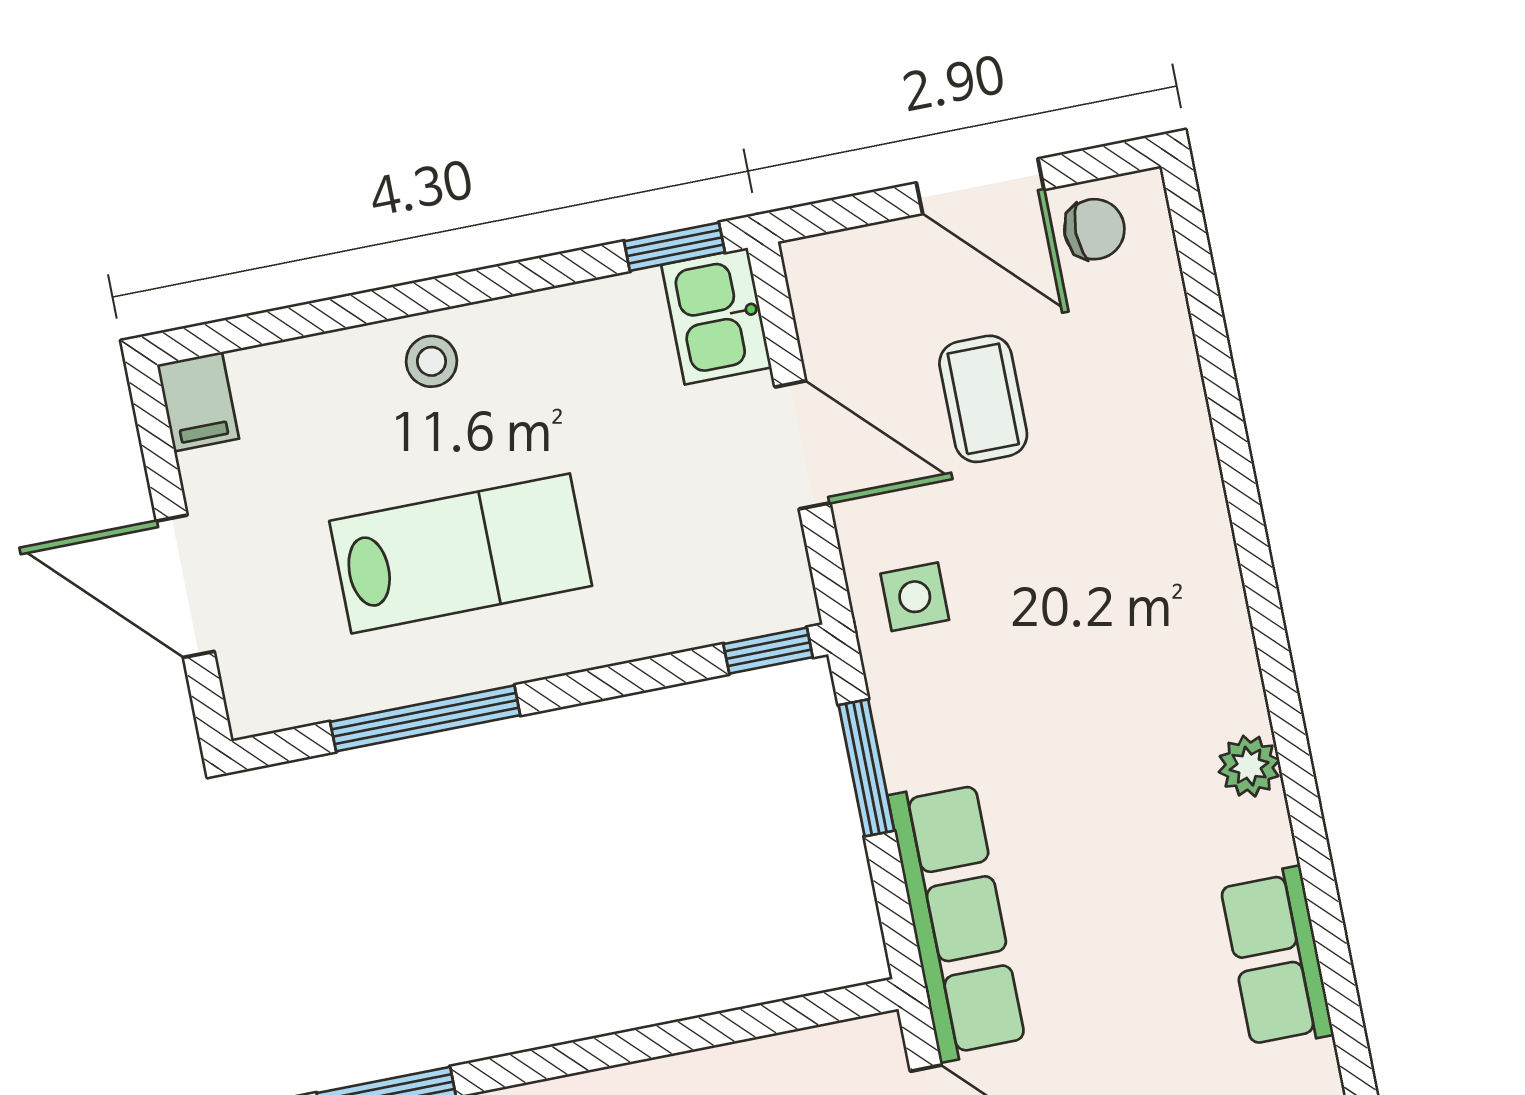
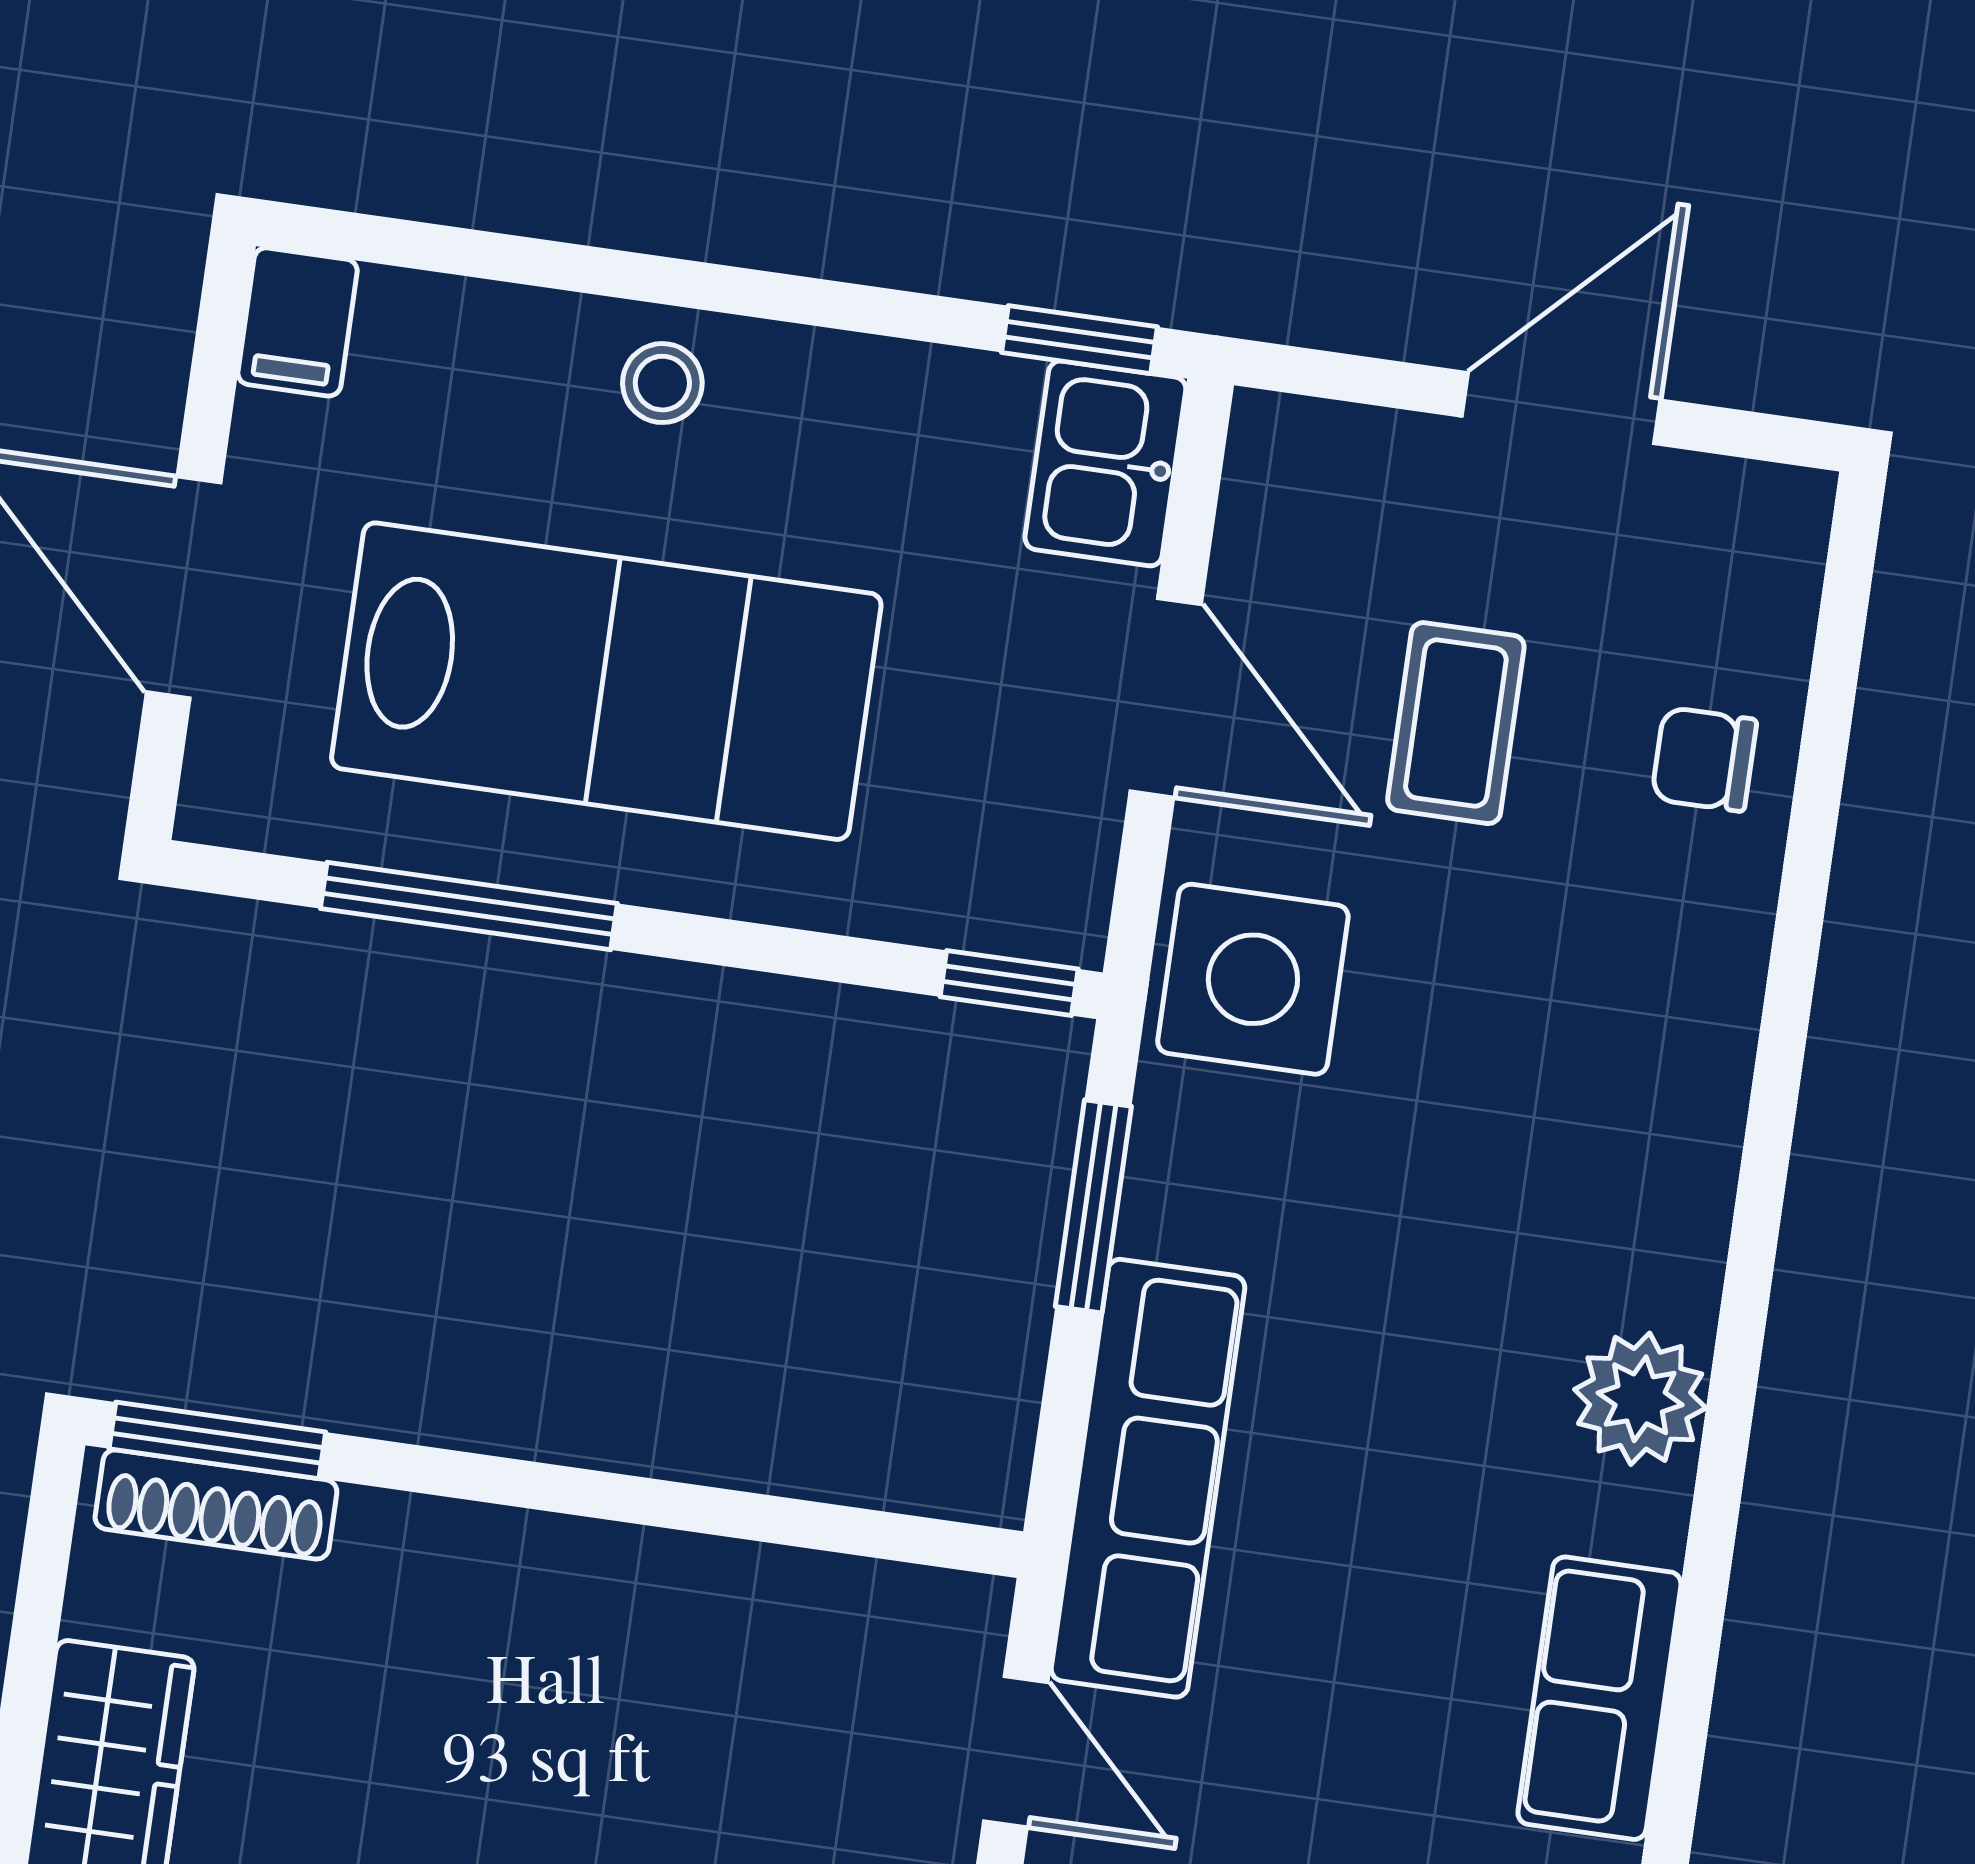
door: (980, 186) -> (1561, 408), swing flipped
chair: (1094, 229) -> (1704, 759), moved, turned 180
lab bench: (461, 553) -> (606, 681), width x1.36, depth x1.39
side table: (915, 597) -> (1253, 979), width x1.87, depth x1.87
plant: (1249, 766) -> (1640, 1399), width x1.38, depth x1.38

